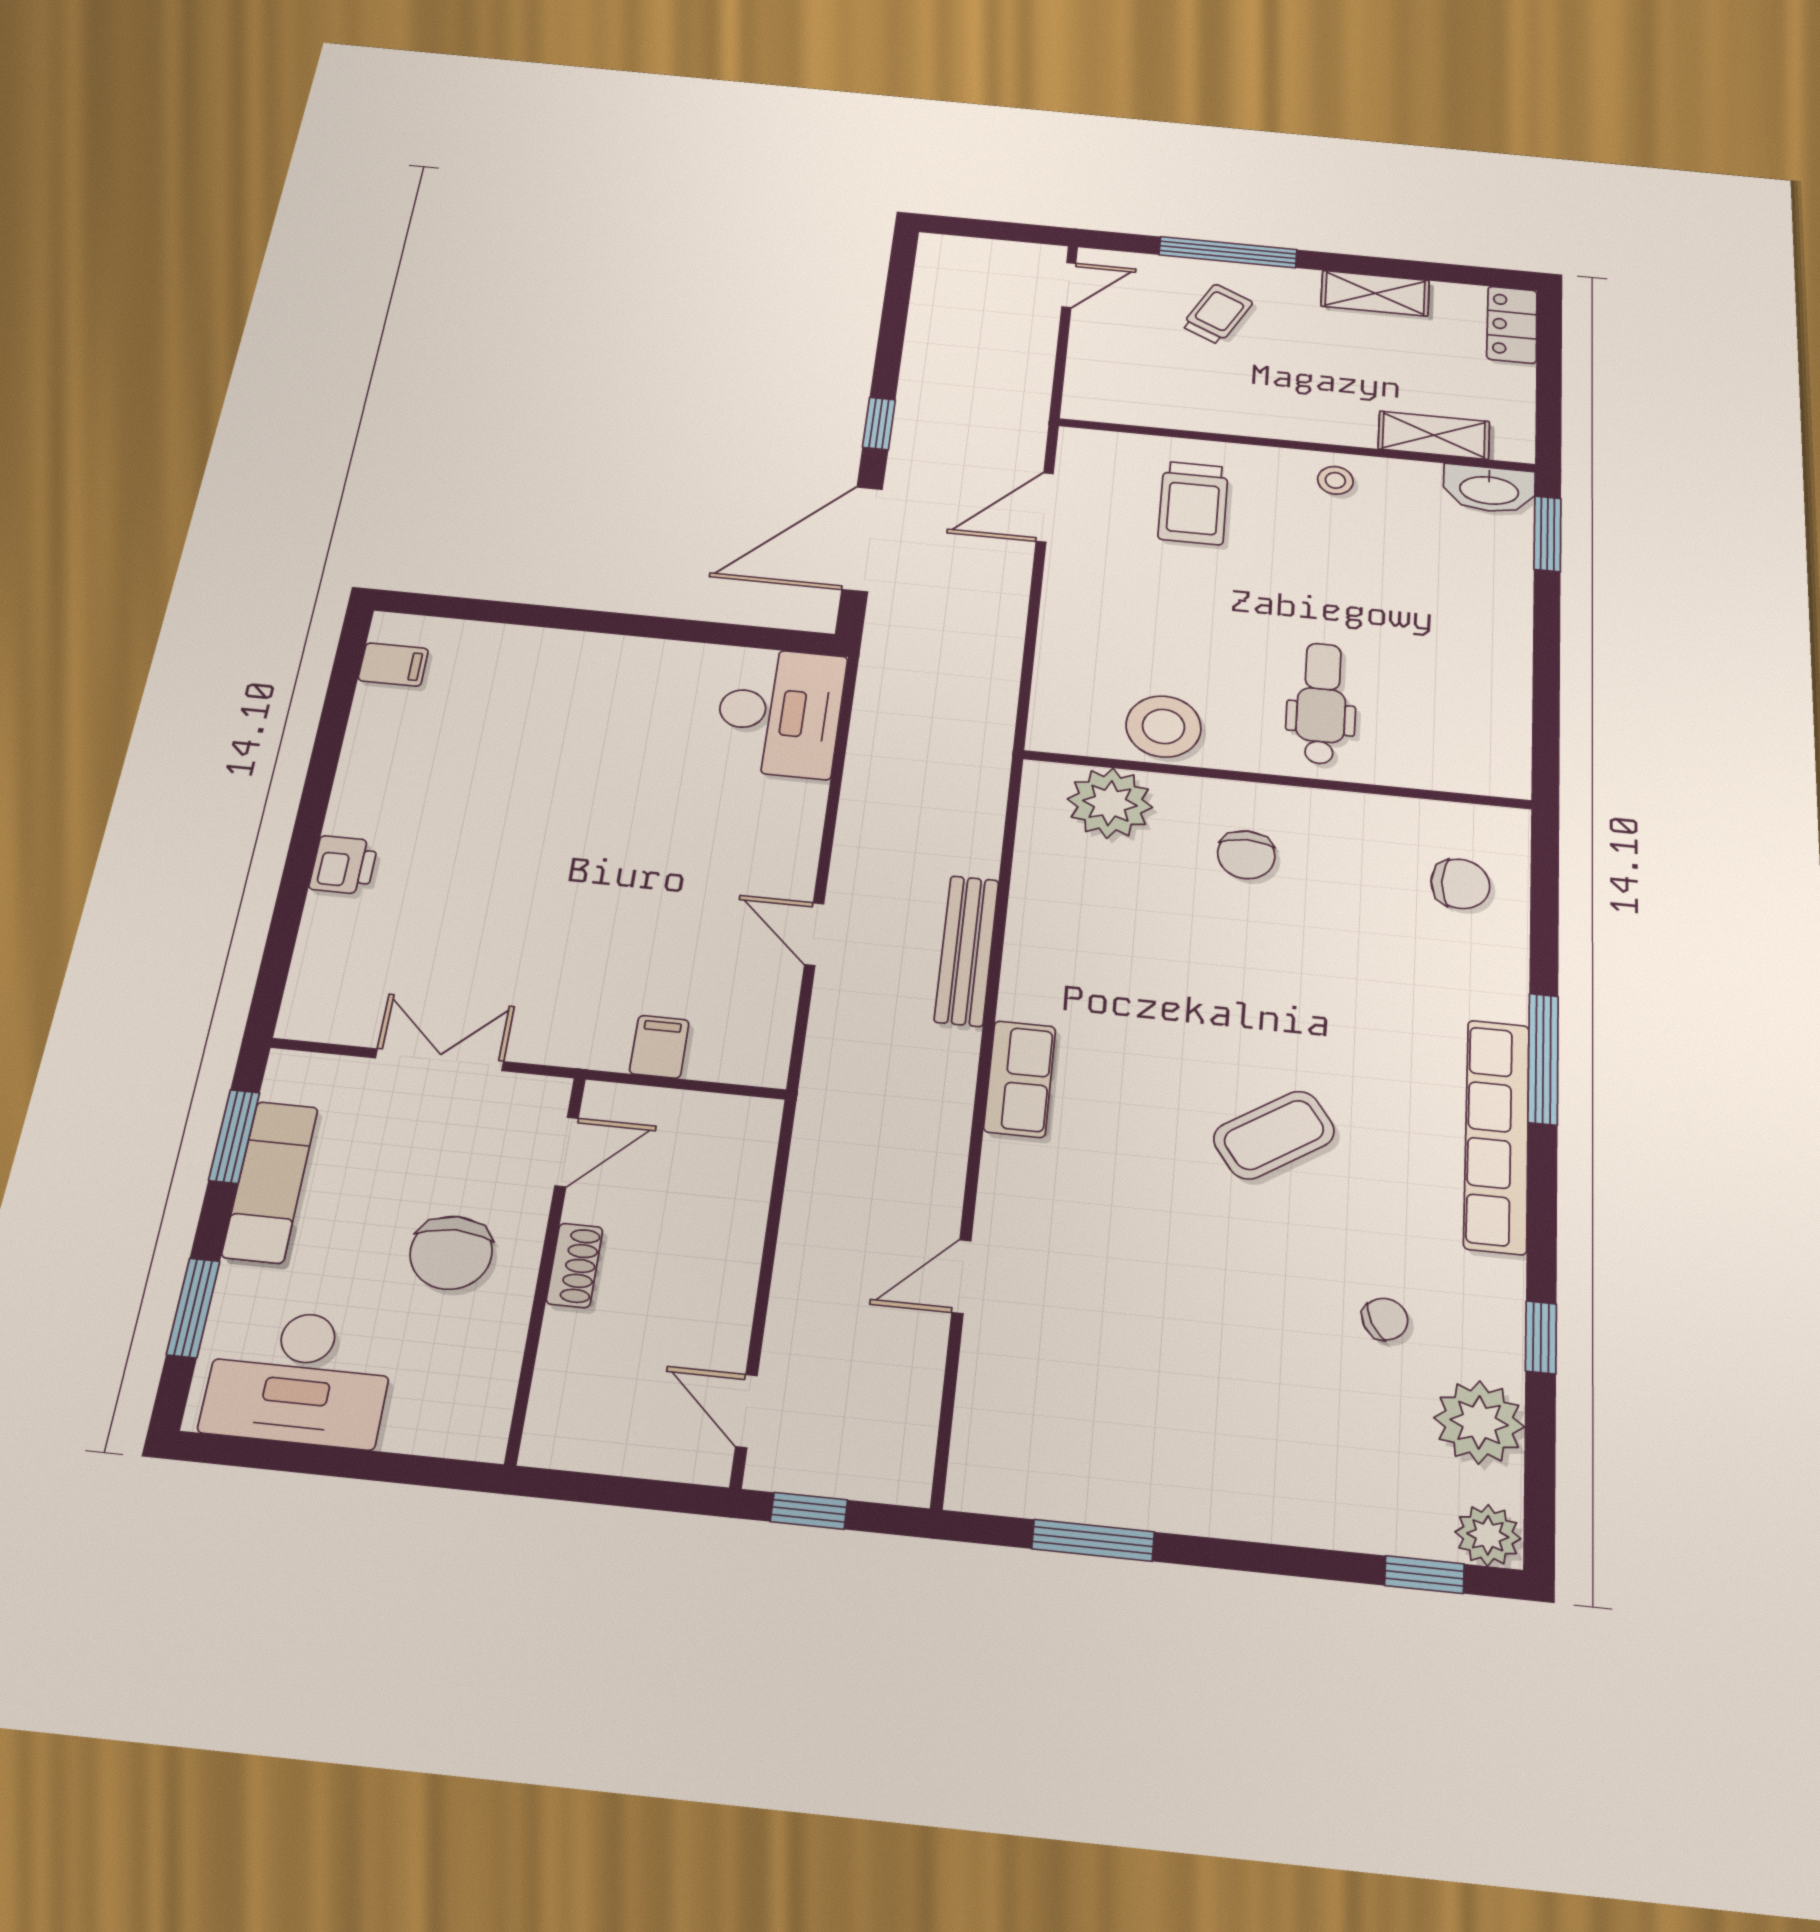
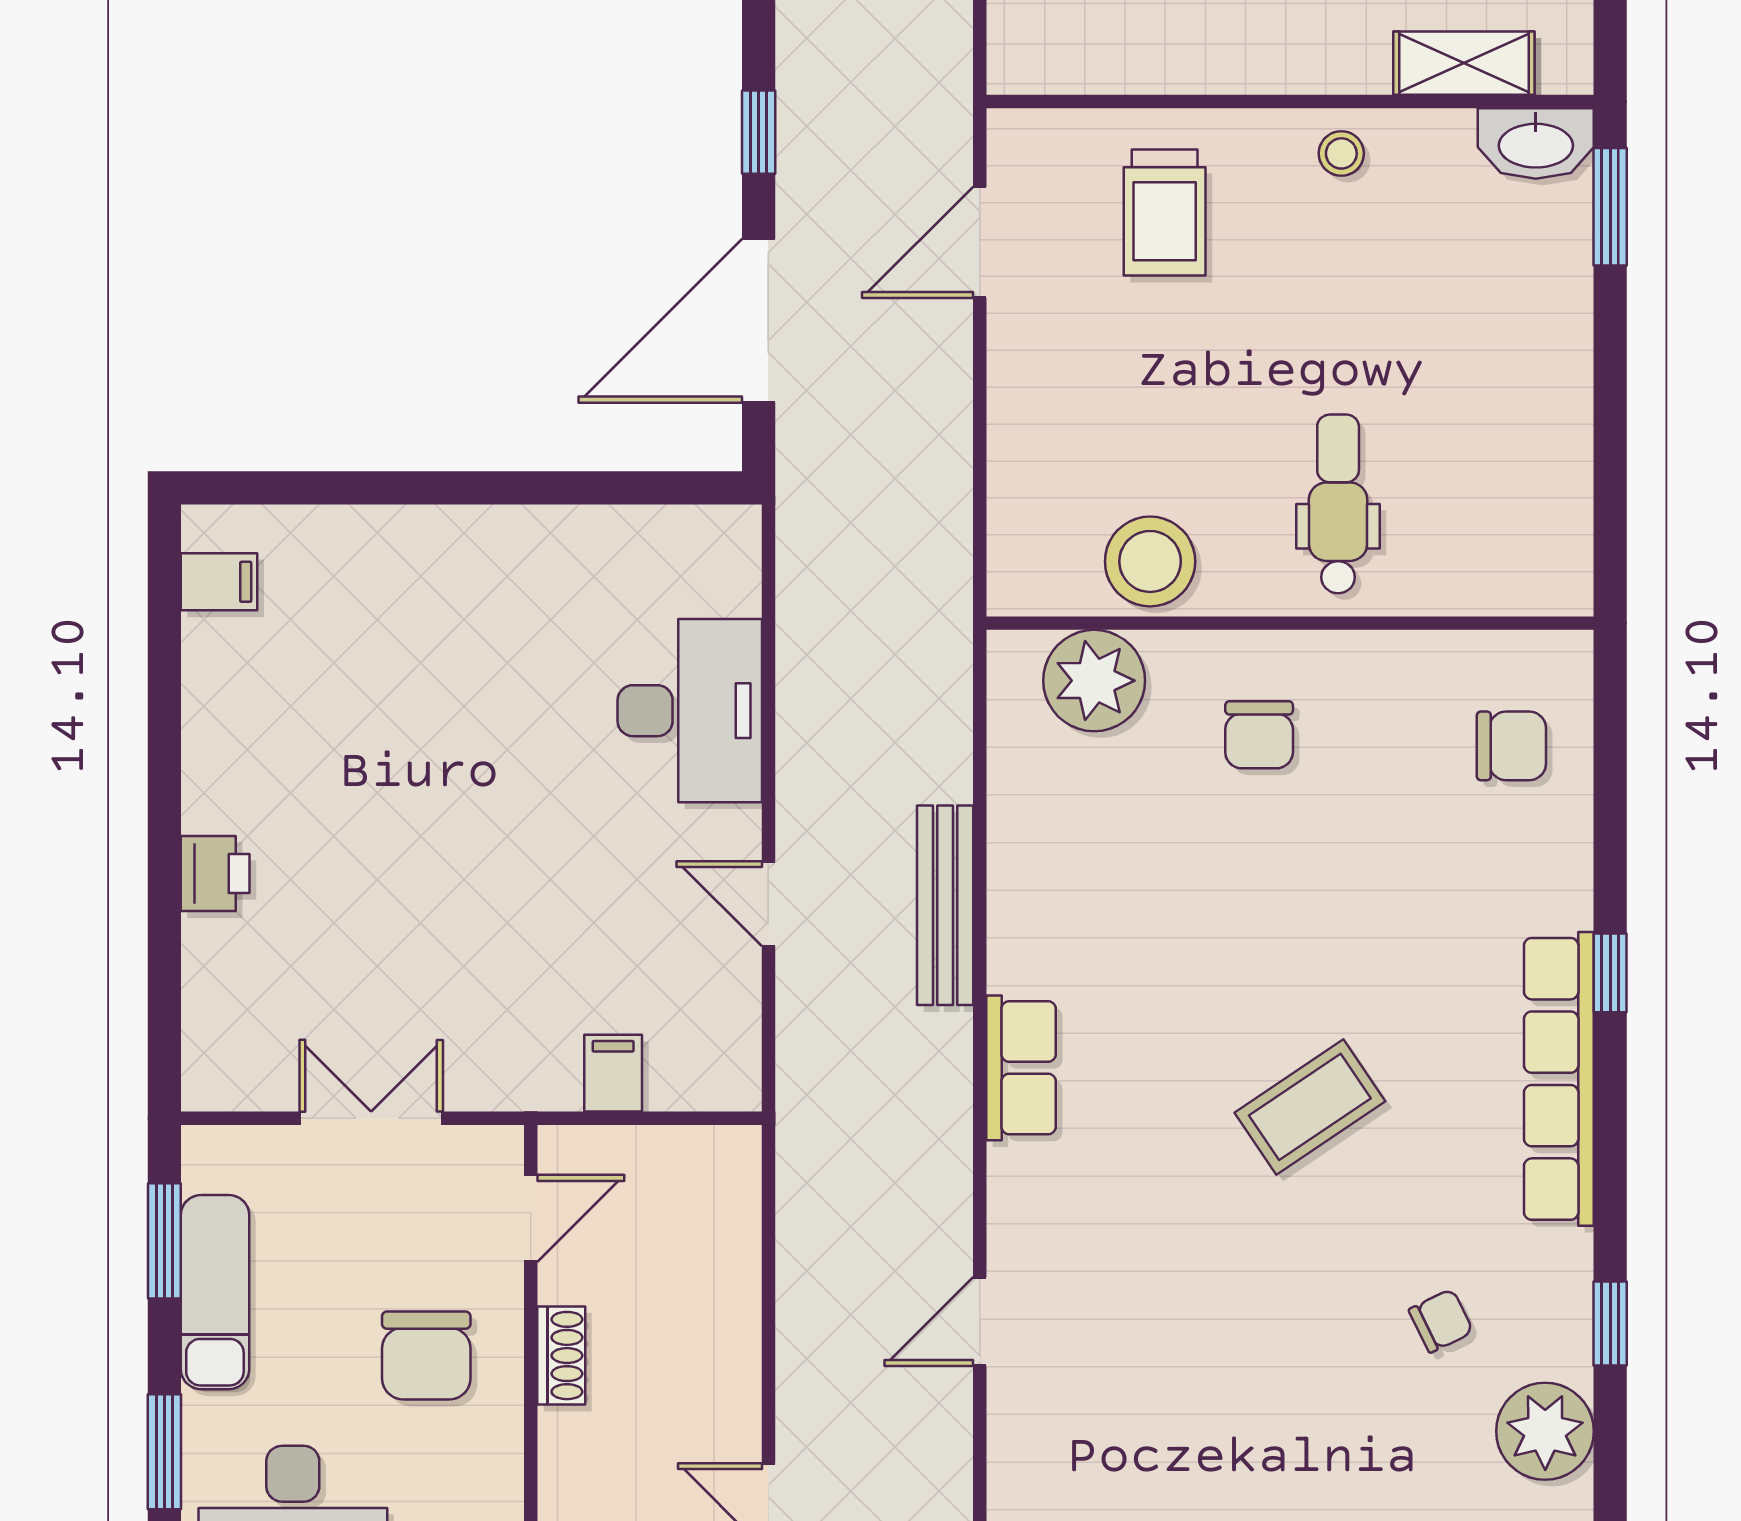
desk: (780, 712) -> (690, 711), moved
window: (1543, 1059) -> (1610, 973), width x0.46

